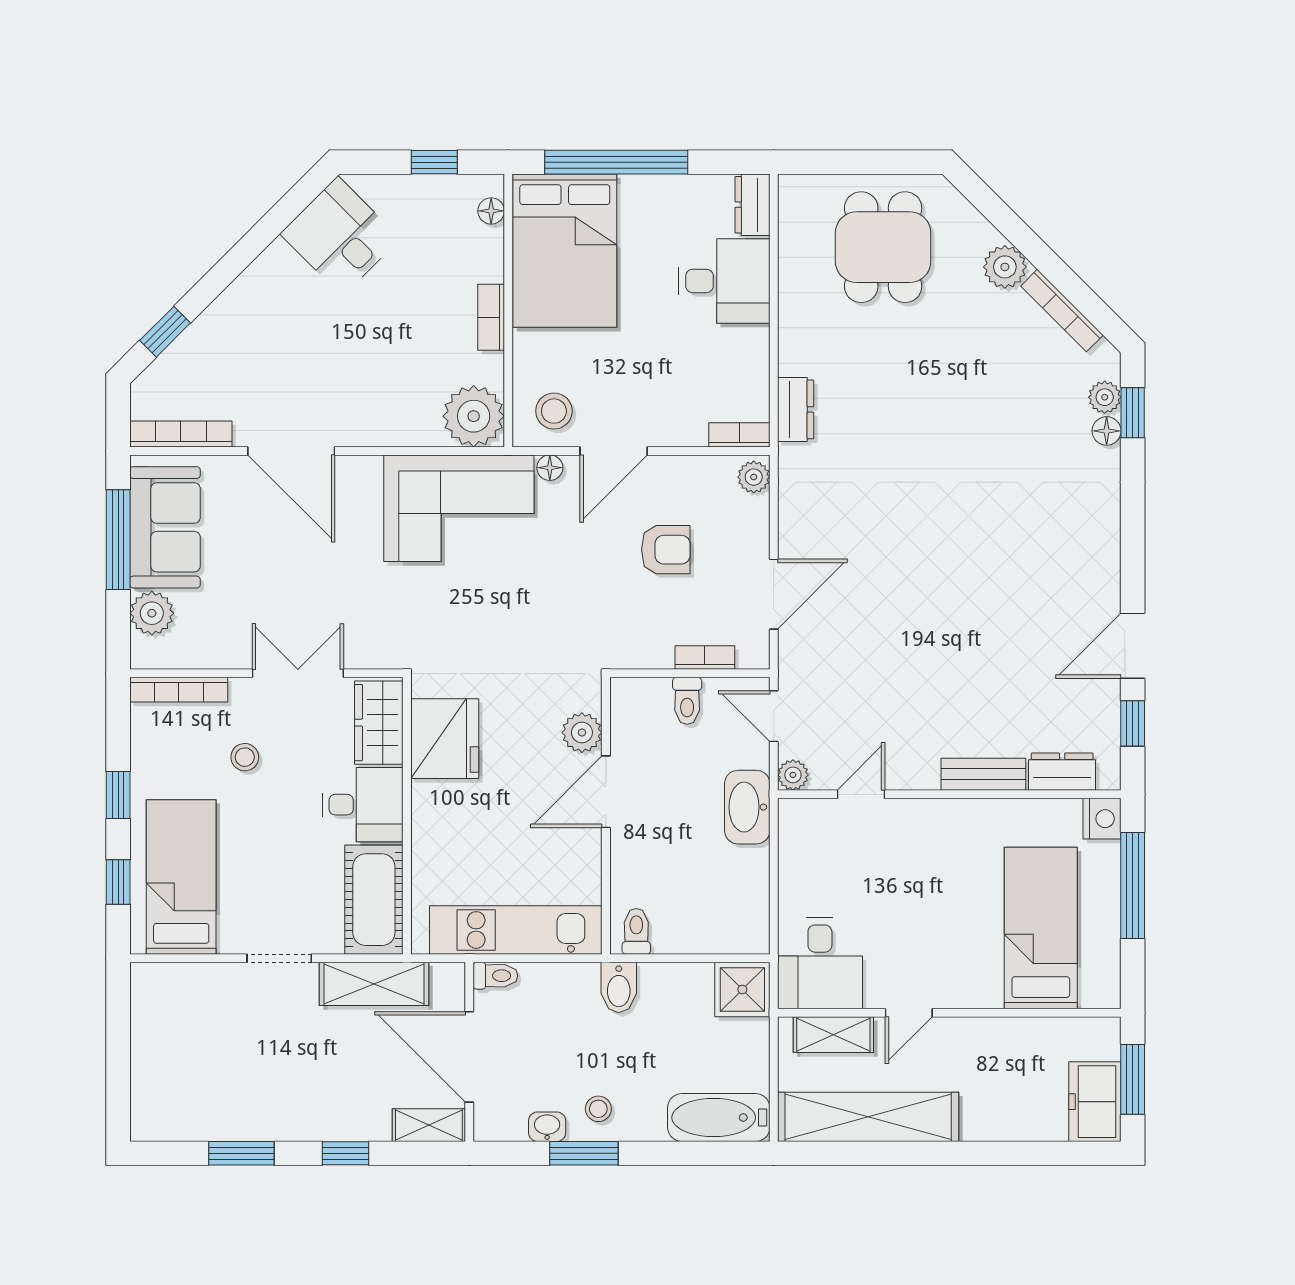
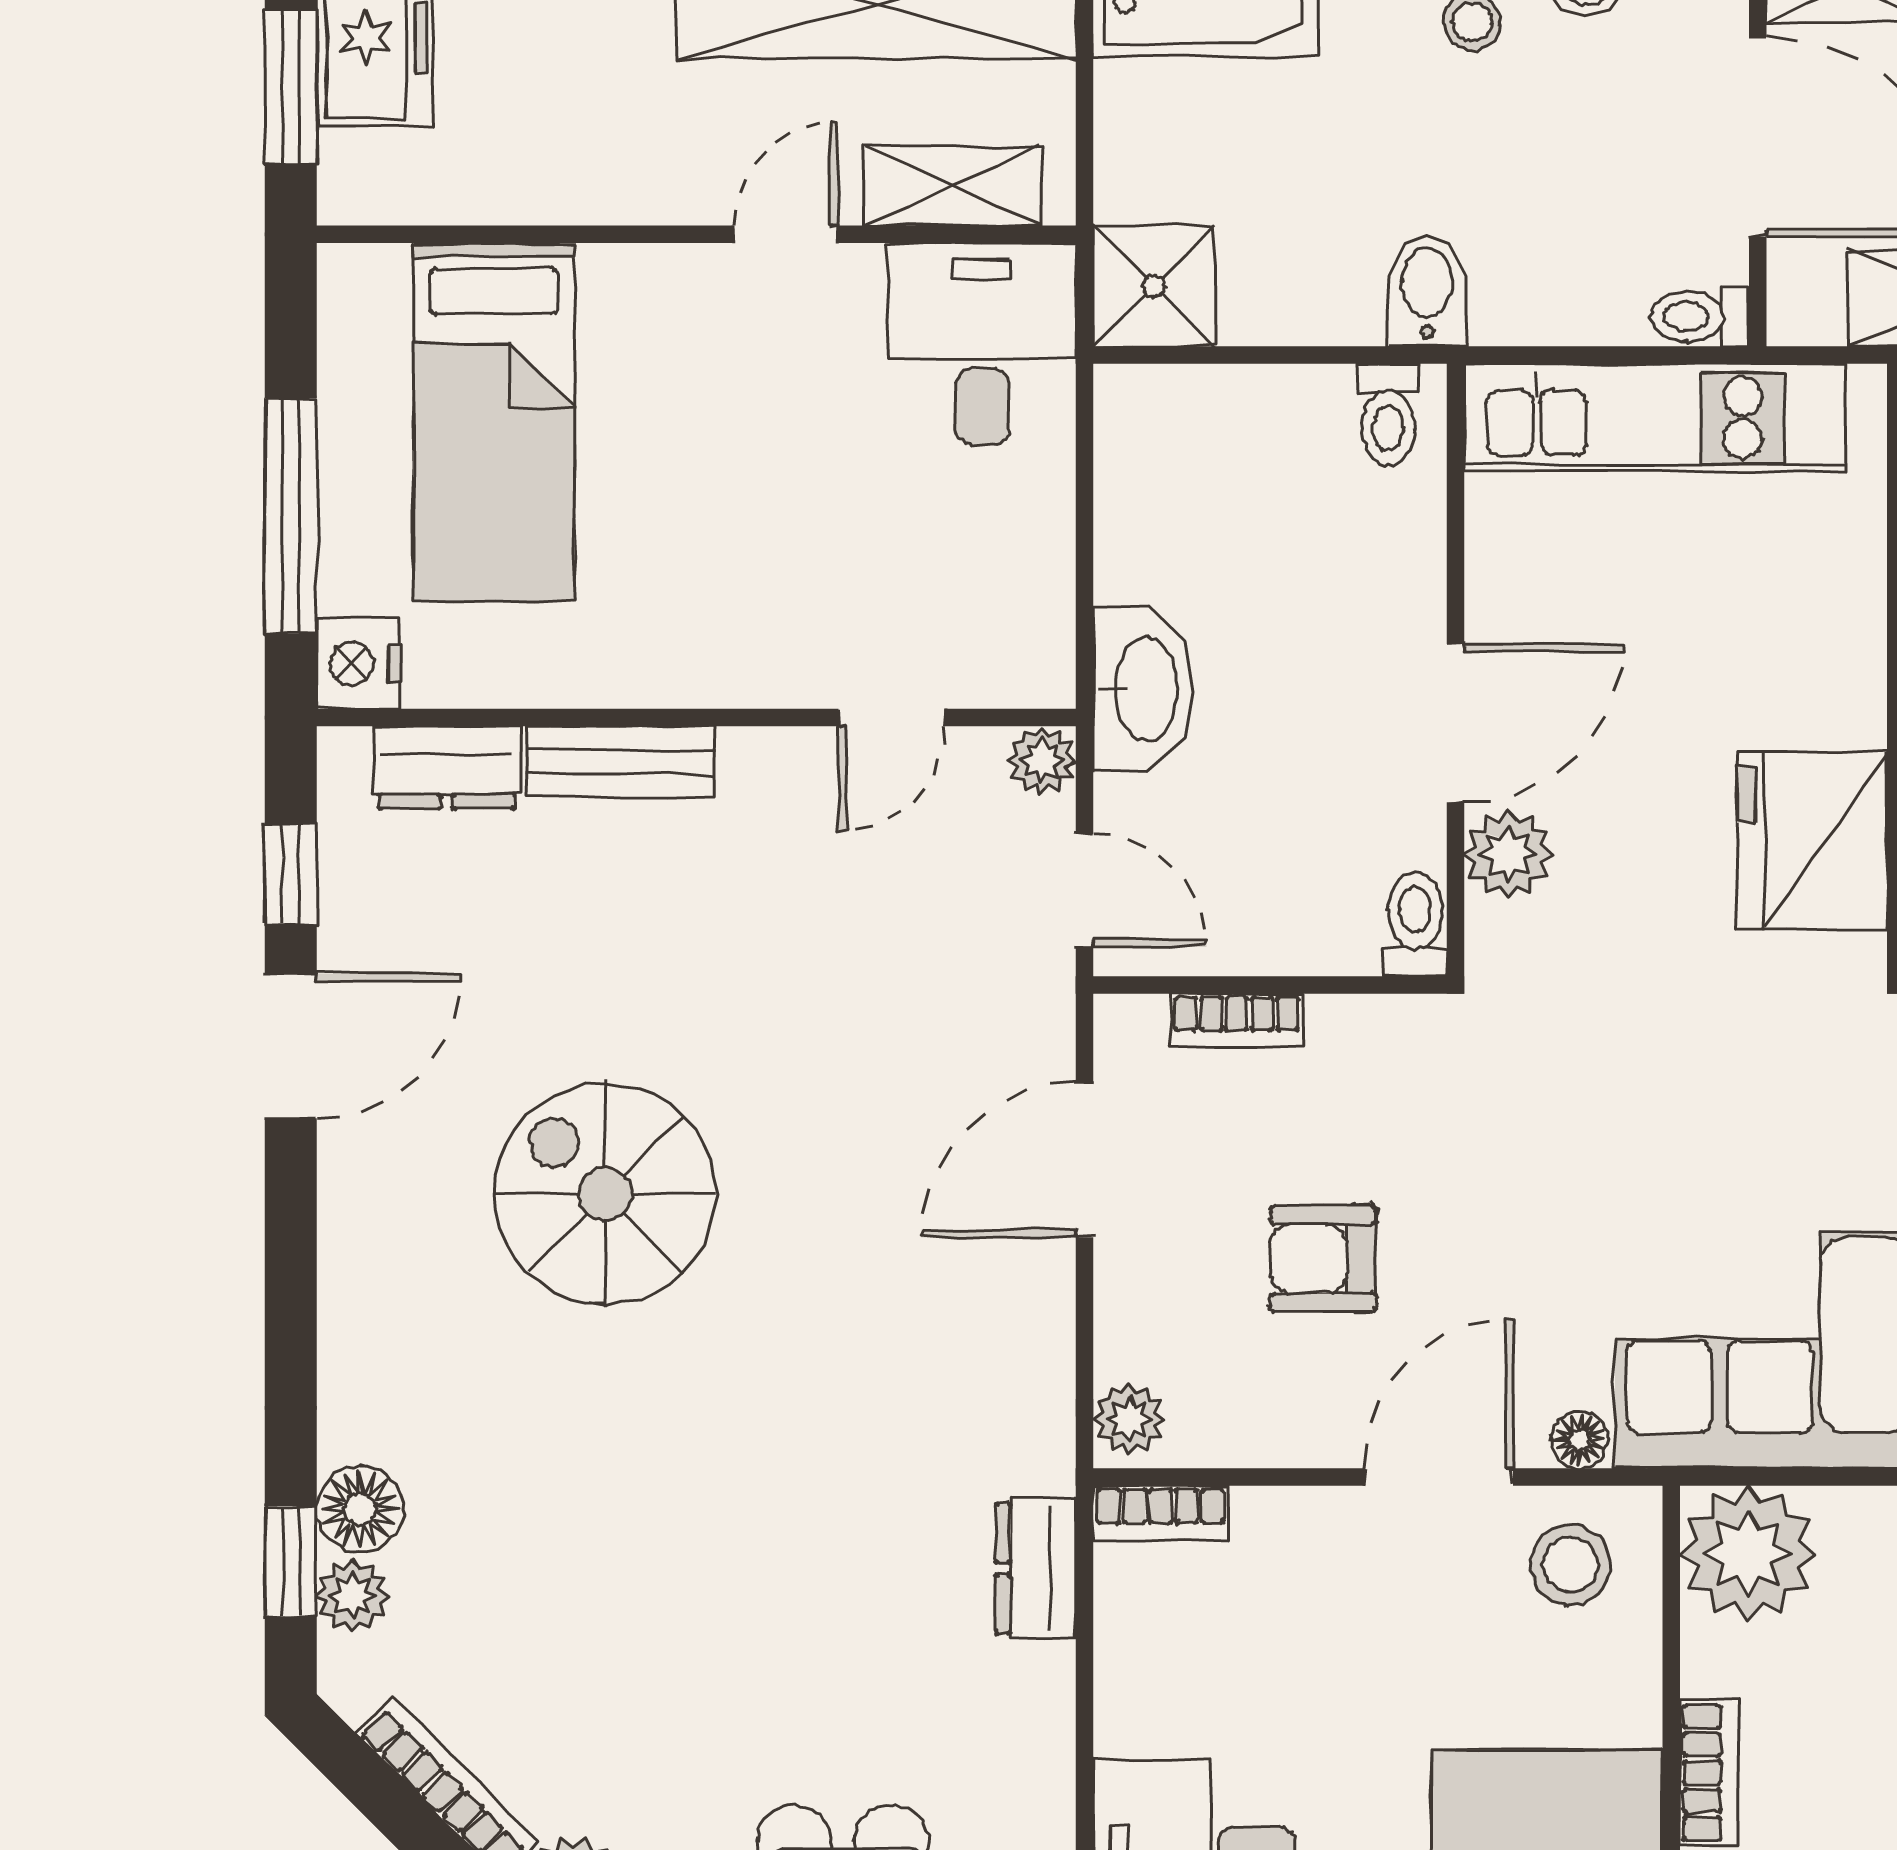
floor lamp: (1107, 431) -> (360, 1509), width x1.37, depth x1.37
spiral stairs: (990, 579) -> (605, 1194), added
toilet: (687, 701) -> (1415, 924), moved

